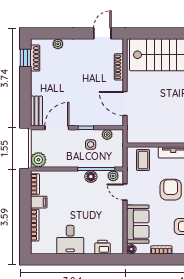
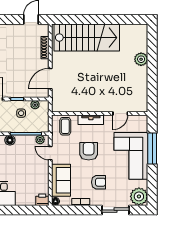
door: (125, 104) -> (50, 79), hinge flipped
floor lamp: (91, 177) -> (10, 140), moved
printer: (102, 247) -> (42, 200), moved

